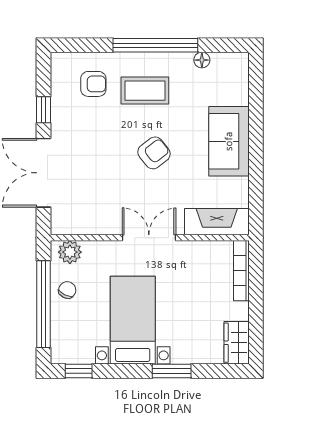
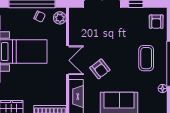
armchair: (93, 84) -> (156, 22), moved
armchair: (154, 153) -> (100, 69), moved

